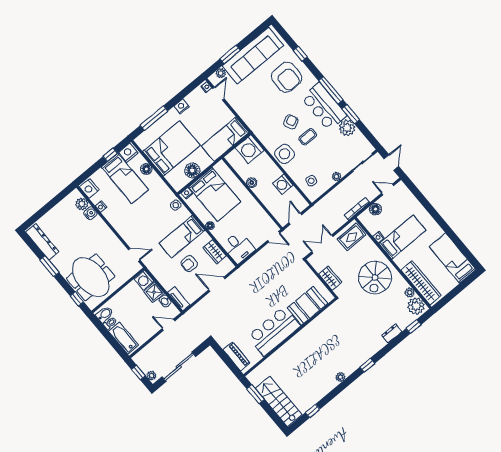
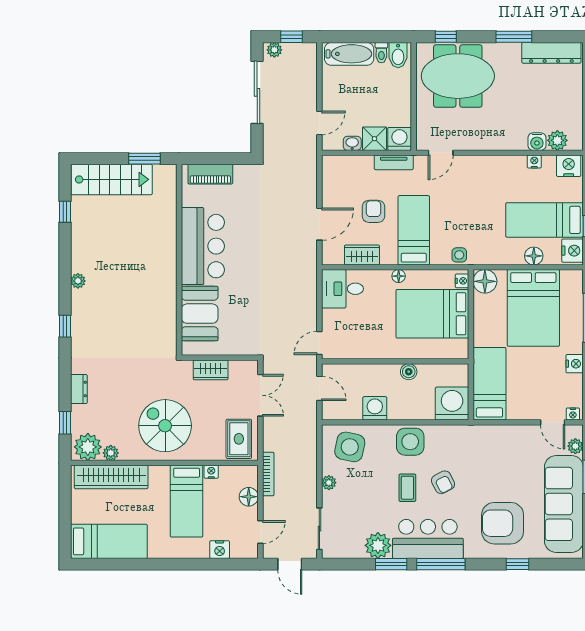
floor lamp: (192, 170) -> (485, 281), moved
side table: (311, 181) -> (350, 447), width x1.87, depth x1.87
nightstand: (412, 202) -> (220, 550), added
tv unit: (179, 299) -> (394, 162), moved

